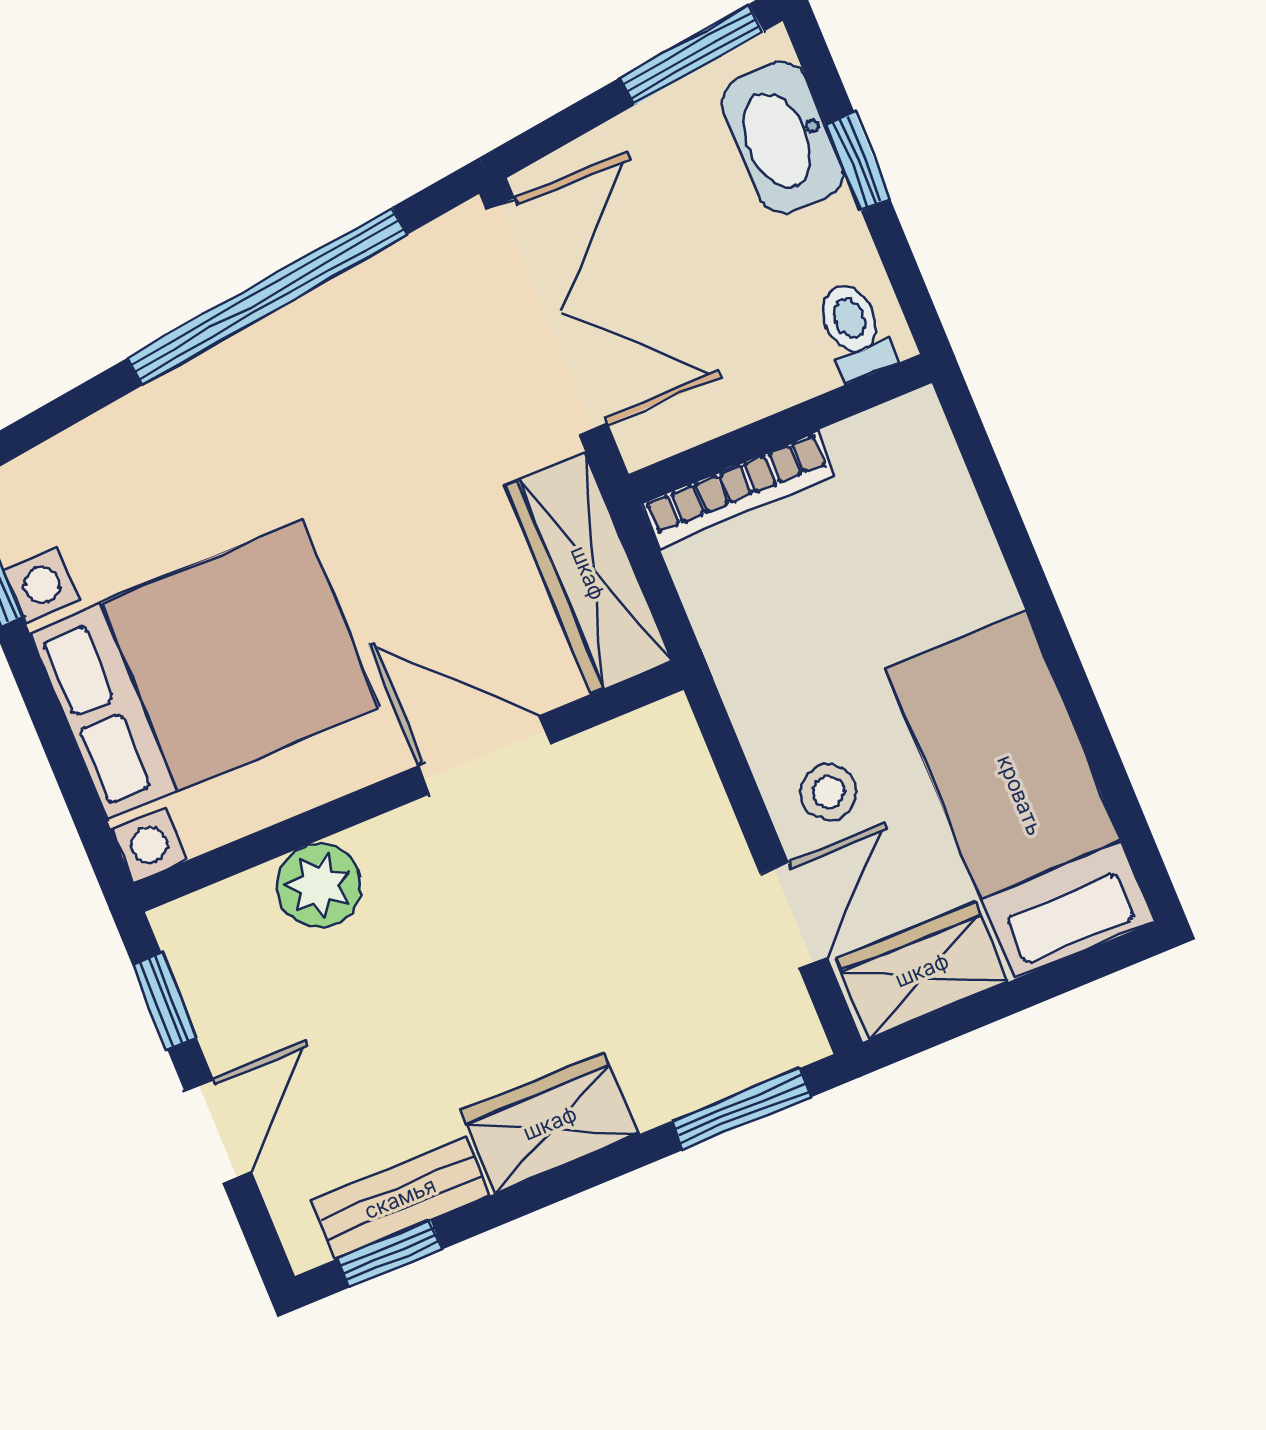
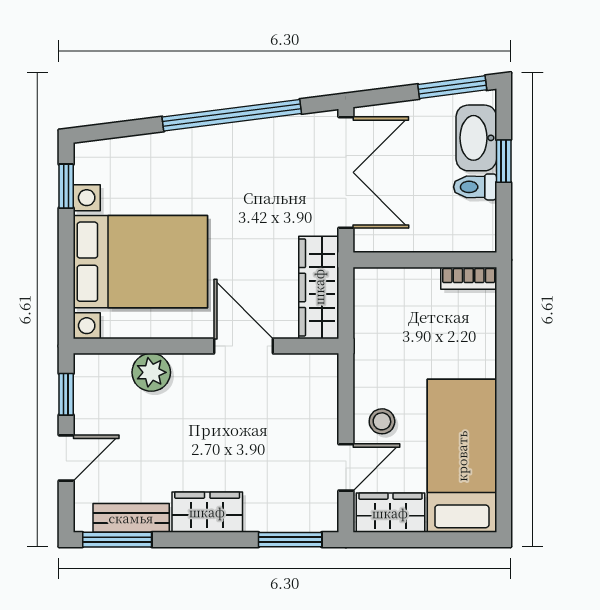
toilet: (854, 330) -> (475, 187), moved, turned -90
bookcase: (738, 489) -> (469, 278), moved, width x0.64
window: (390, 1254) -> (117, 540), width x1.50

